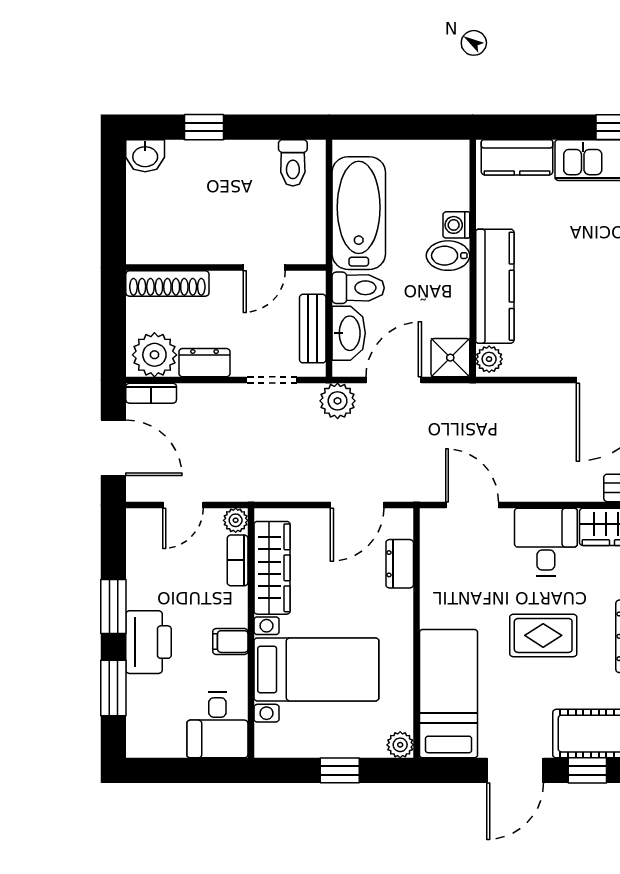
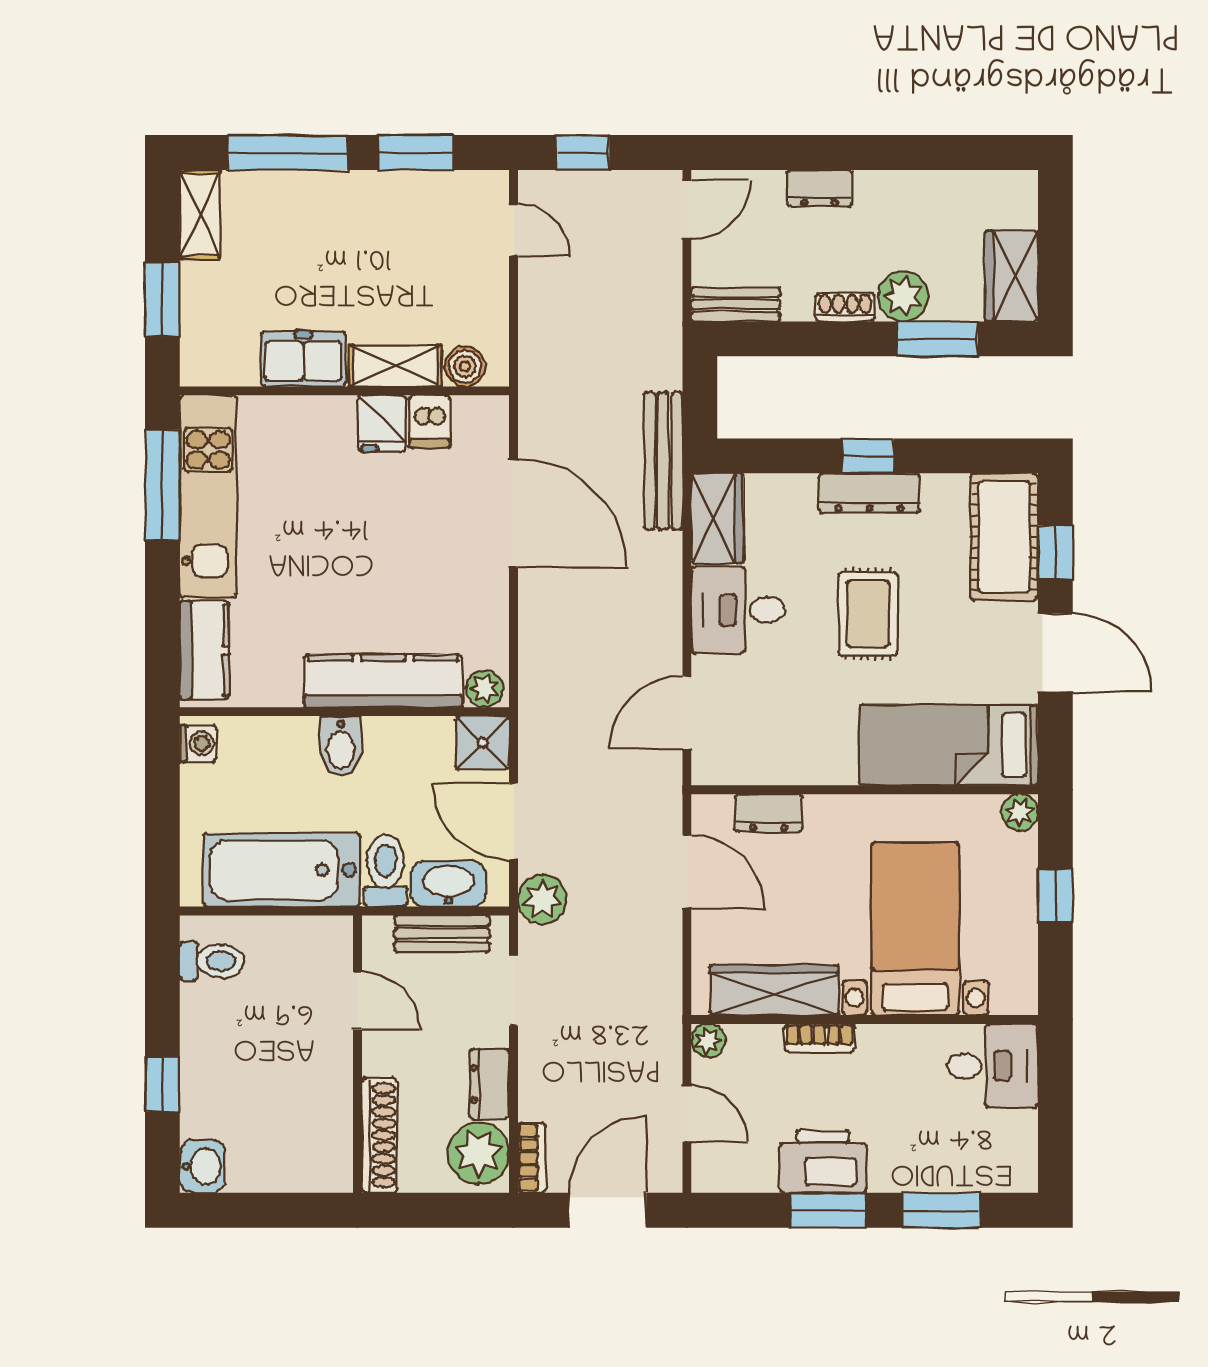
washing machine: (456, 225) -> (198, 743), moved, turned -90
bookcase: (238, 560) -> (819, 1038), moved
printer: (149, 642) -> (823, 1162), moved
filing cabinet: (230, 642) -> (876, 1048), removed

